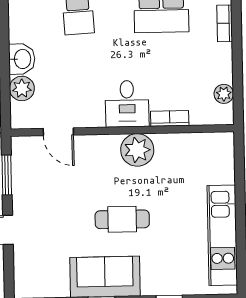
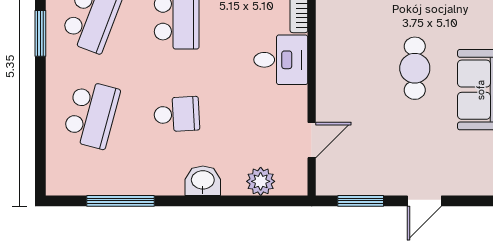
washbasin: (22, 59) -> (203, 181), moved
plant: (137, 150) -> (335, 49), removed

